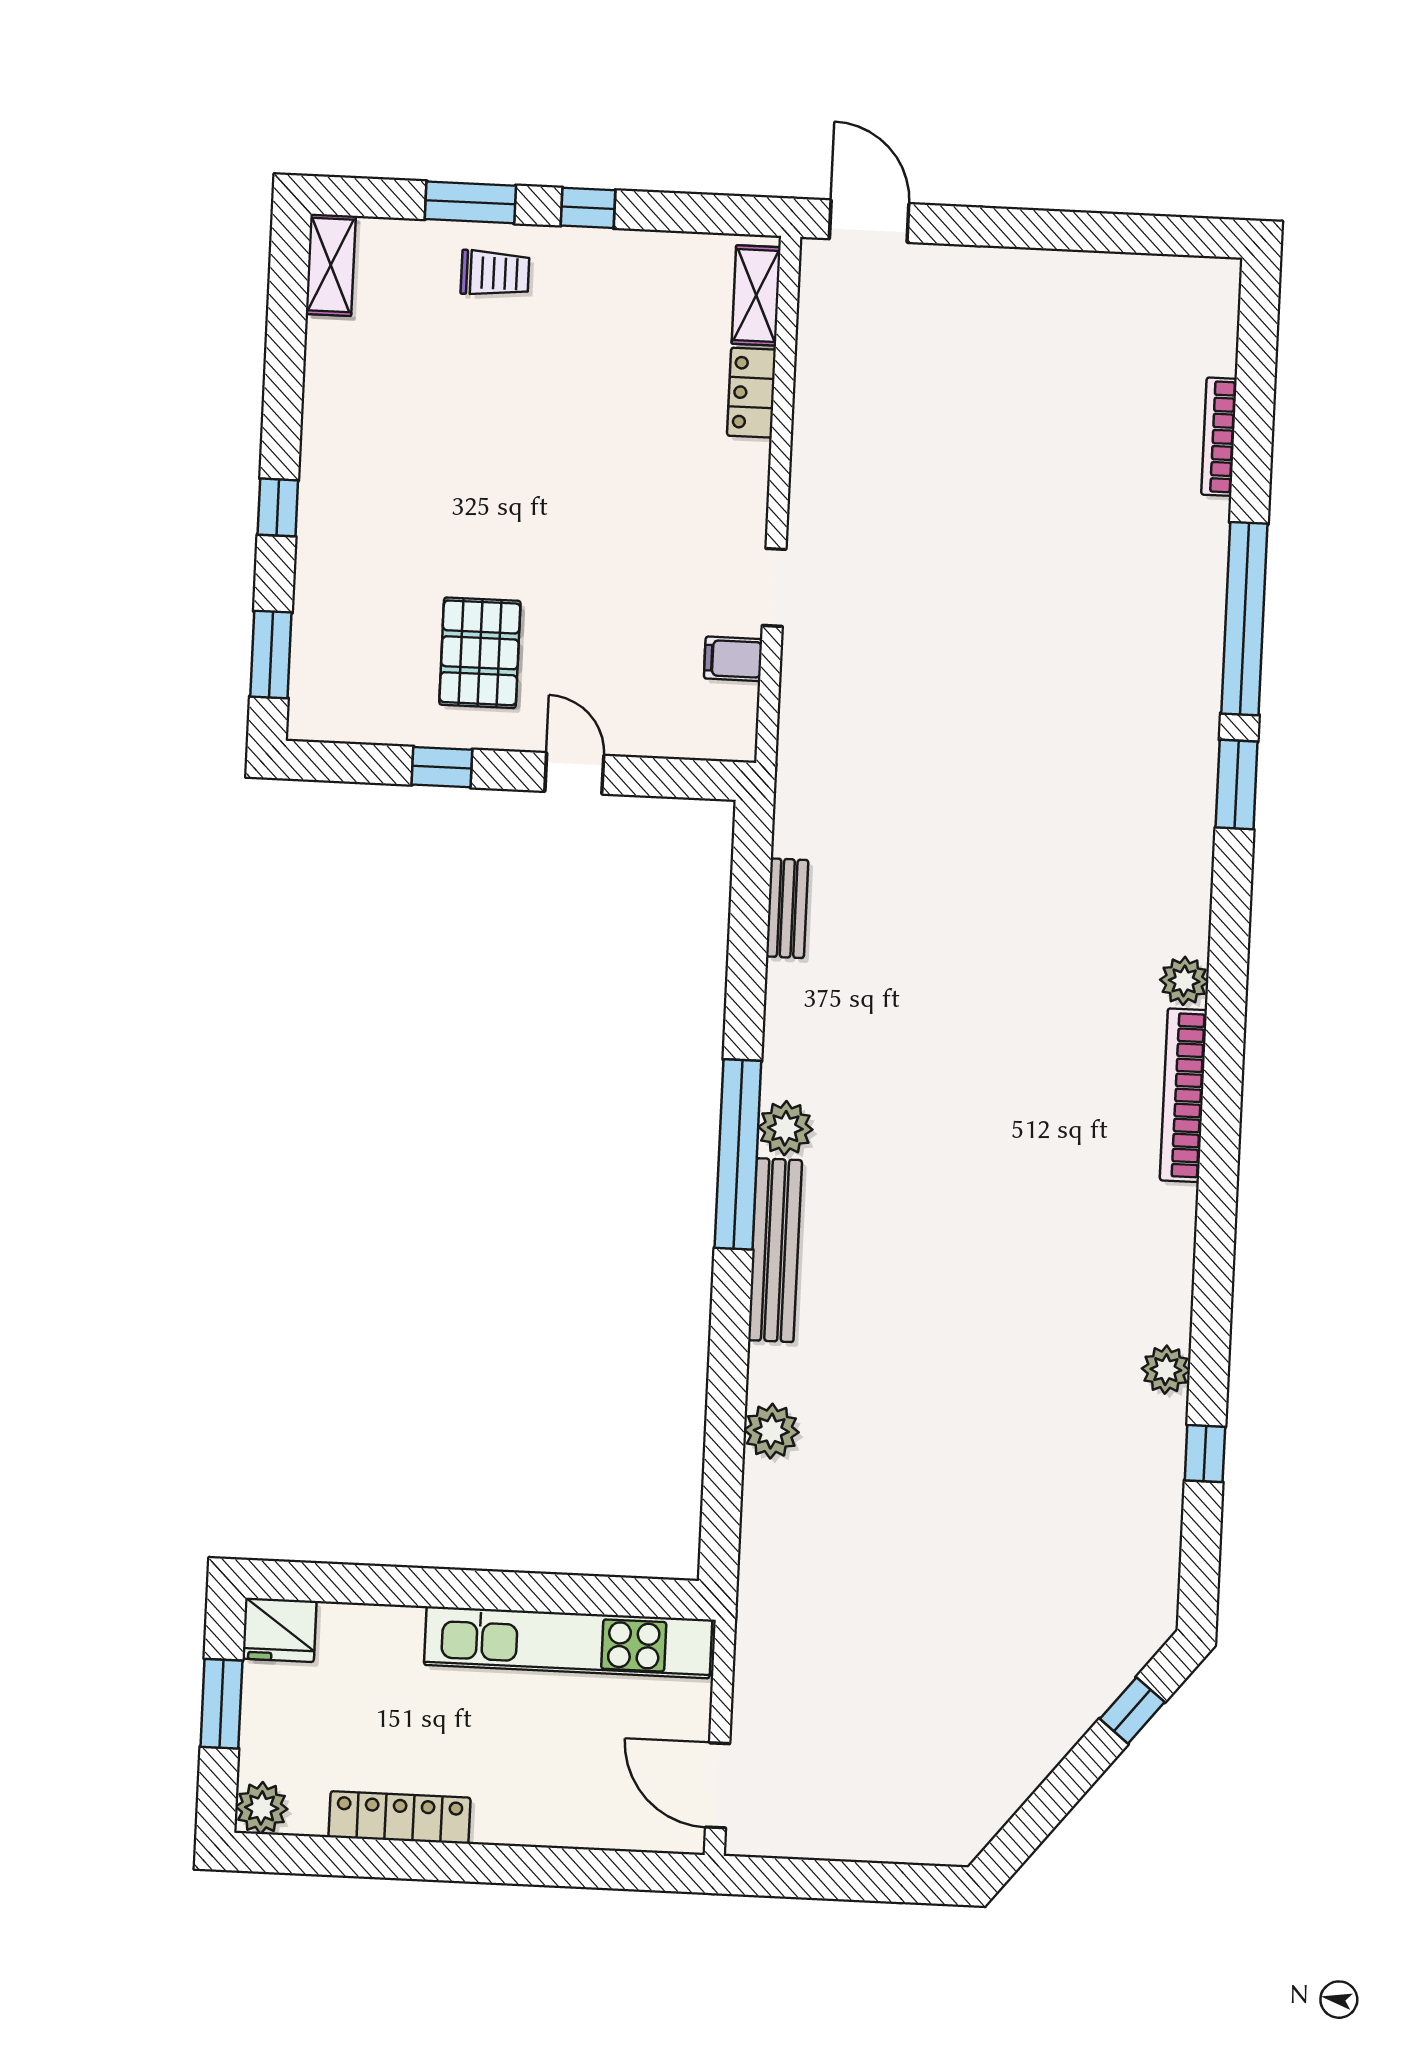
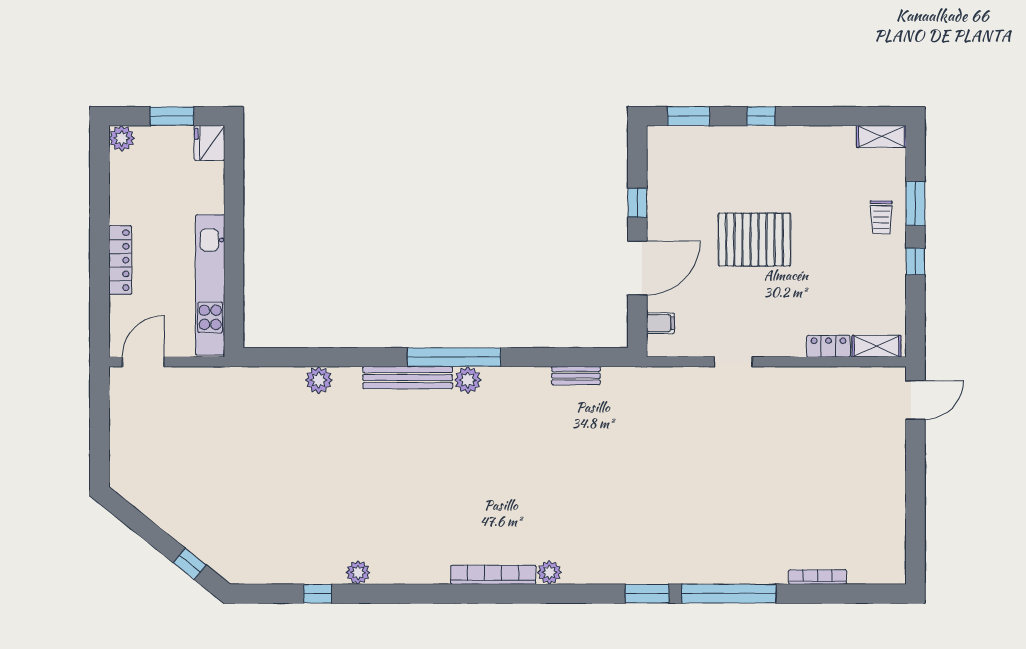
pallet: (480, 653) -> (754, 240), moved, width x1.37, depth x1.41
filing cabinet: (733, 659) -> (660, 323), moved, turned 90
door: (574, 773) -> (637, 268), width x1.88
locker: (400, 1817) -> (120, 260), moved

